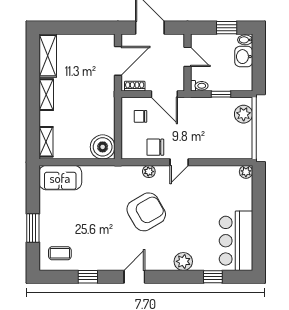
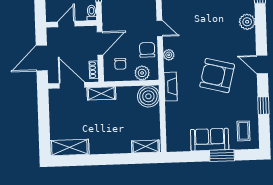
shelving: (46, 95) -> (101, 93), moved
plant: (129, 141) -> (142, 73), added
chair: (155, 147) -> (147, 50), turned 180
fireplace: (113, 172) -> (170, 87), added
sofa: (60, 178) -> (210, 140), moved, turned -90
armchair: (146, 212) -> (217, 76), moved, turned -46

